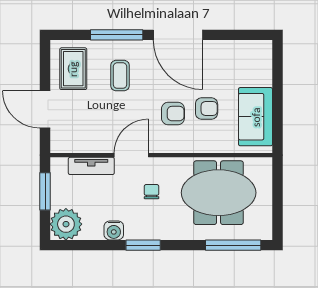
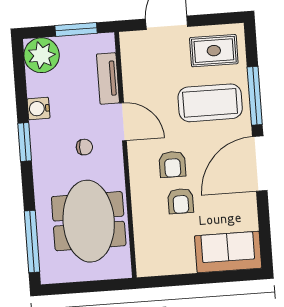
coffee table: (120, 76) -> (210, 103), width x1.86, depth x1.72
sofa: (256, 117) -> (228, 252), moved

